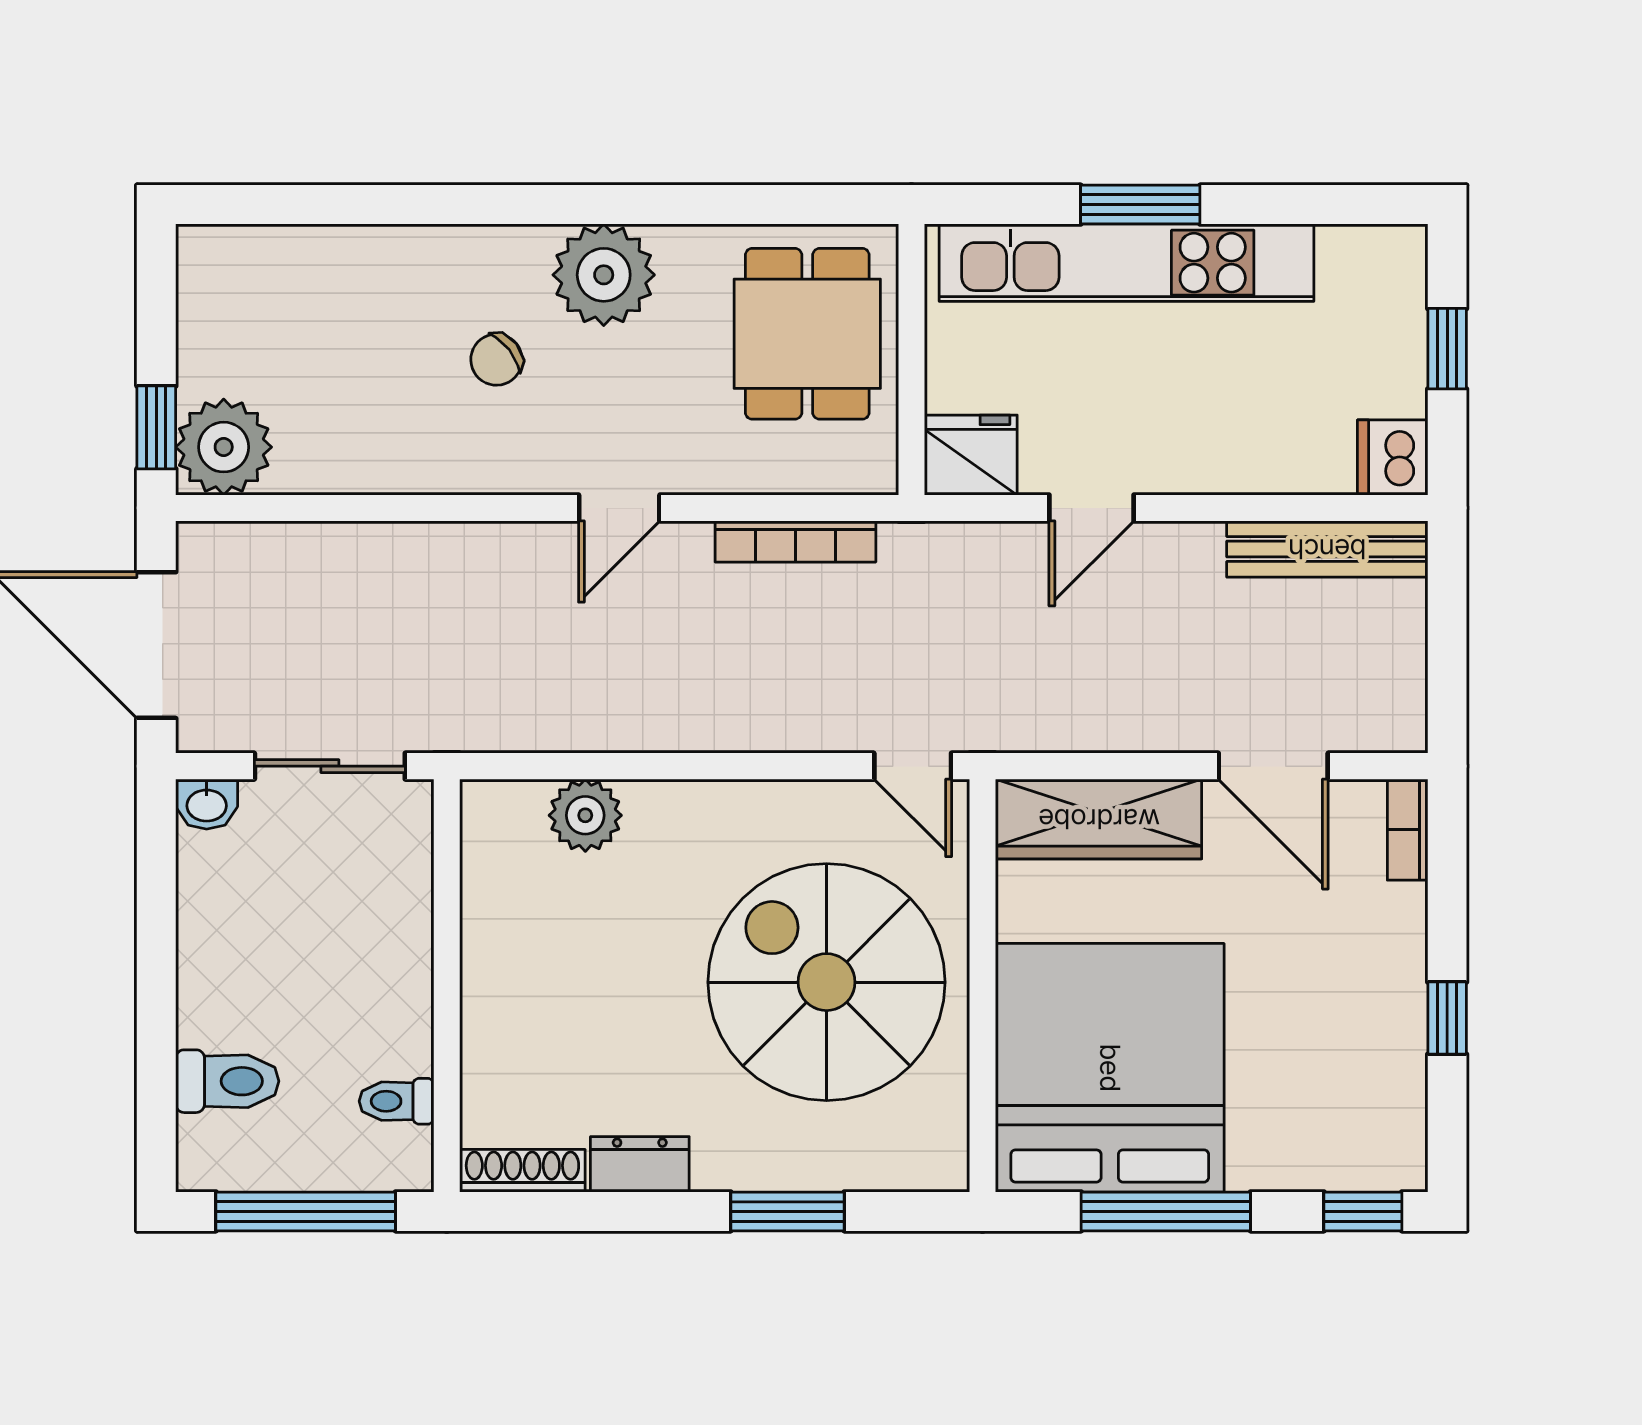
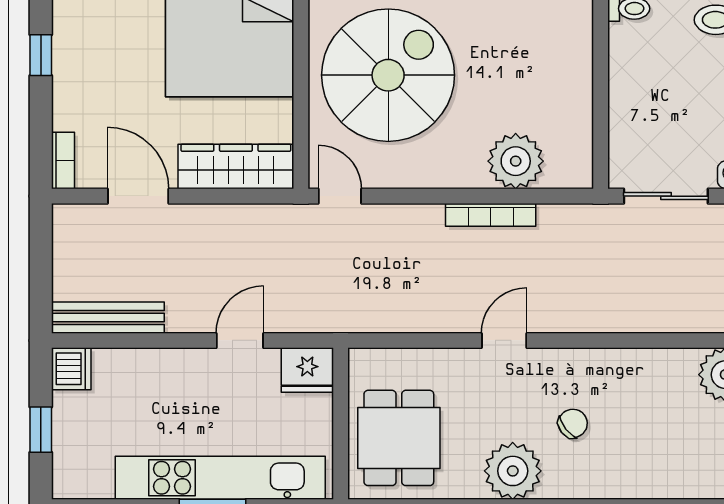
bookcase: (795, 541) -> (491, 215), moved, turned 180
plant: (585, 815) -> (516, 161), width x1.36, depth x1.36
spiral stairs: (827, 982) -> (388, 75), turned -90

